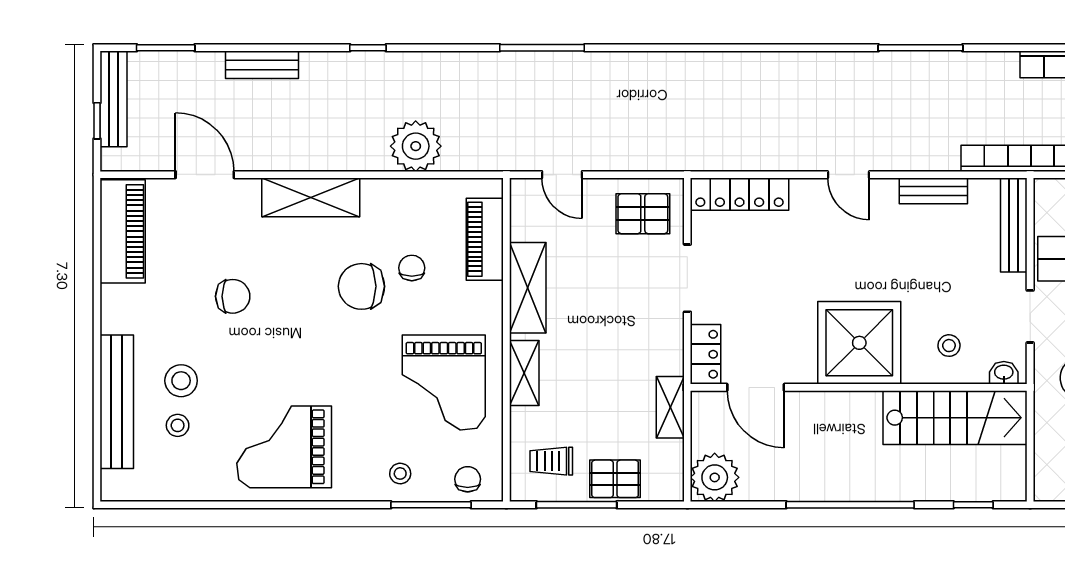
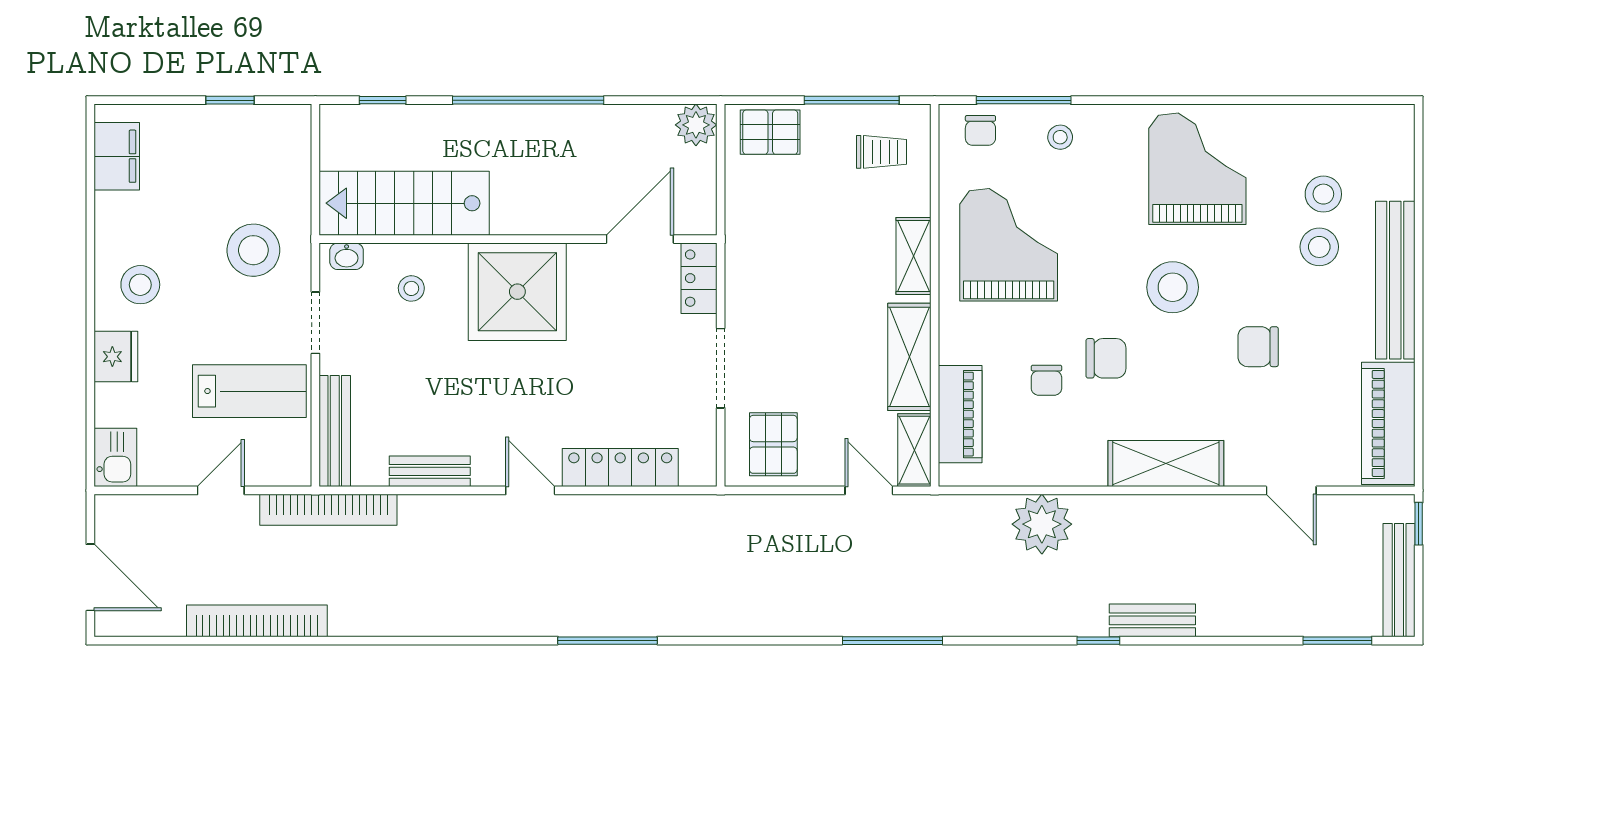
window: (920, 48) -> (607, 641), moved
bench: (262, 65) -> (1152, 620), moved
window: (97, 121) -> (1419, 524), moved
door: (205, 175) -> (1291, 490), width x0.73
locker: (740, 194) -> (620, 468), moved
pallet: (643, 214) -> (773, 444), turned 90
chair: (361, 286) -> (1106, 358), width x0.73, depth x0.73
stool: (305, 347) -> (1173, 287), added
door: (756, 387) -> (640, 239), hinge flipped
bench: (117, 402) -> (1395, 280), moved
shelving: (670, 407) -> (914, 450), moved
stool: (178, 425) -> (1323, 194), width x1.37, depth x1.37
grand piano: (284, 447) -> (1197, 169), turned -90
plant: (715, 477) -> (696, 125), width x0.73, depth x0.73
pallet: (615, 479) -> (770, 132), moved

